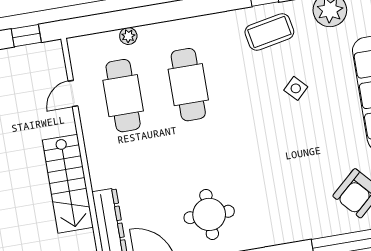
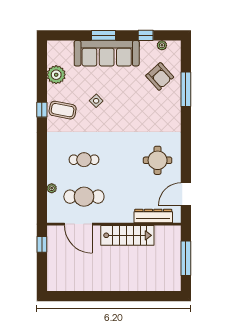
coffee table: (269, 32) -> (63, 110), turned -68
cafe table: (188, 85) -> (84, 160), width x0.73, depth x0.74
door: (73, 93) -> (78, 224), width x1.87

